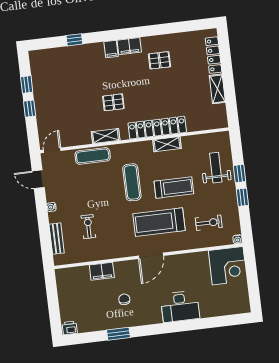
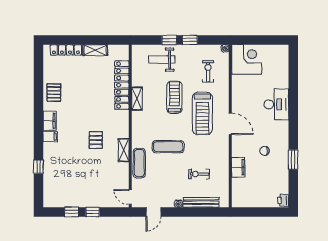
pallet: (159, 60) -> (54, 92), moved
locker: (157, 128) -> (122, 85), moved
exercise mat: (132, 182) -> (168, 147), moved
bench: (57, 239) -> (201, 202), width x1.36

